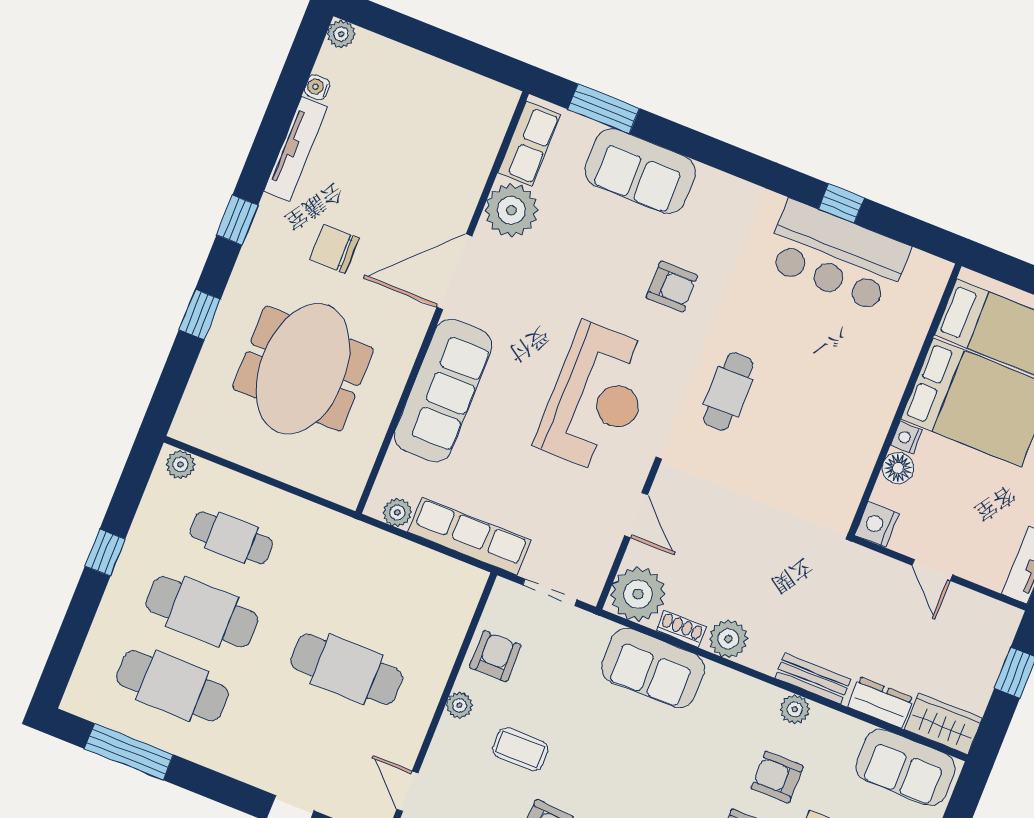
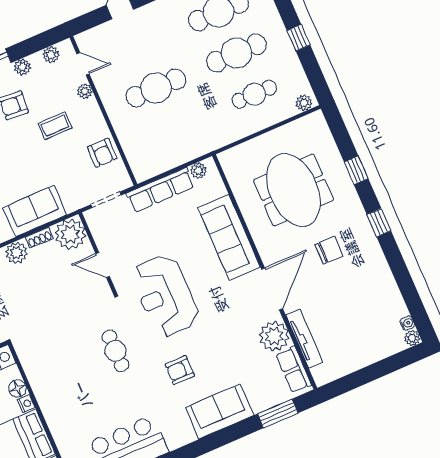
water cooler: (317, 87) -> (407, 323), moved
tv unit: (295, 149) -> (304, 339), moved, turned 180
sofa: (640, 171) -> (220, 412), moved
plant: (459, 705) -> (85, 91), moved

